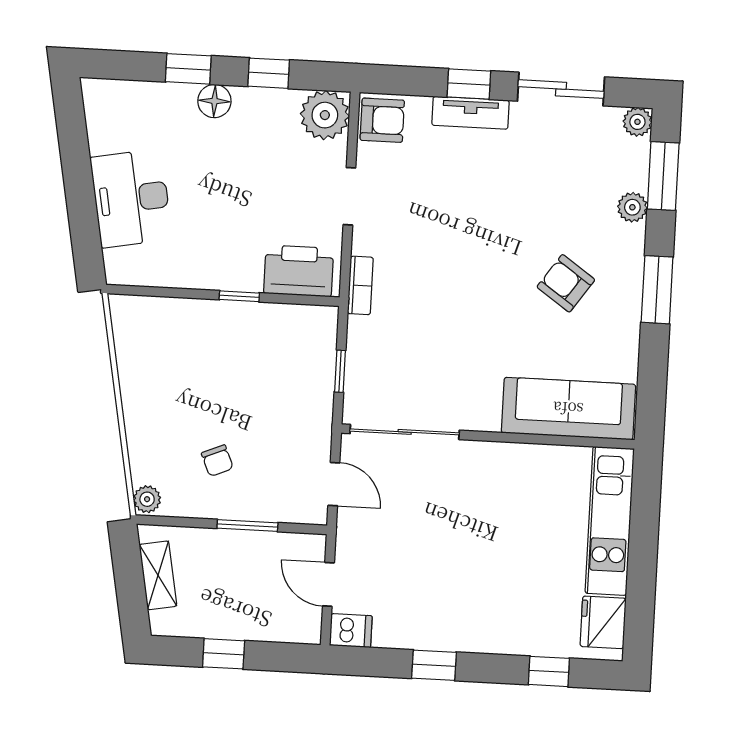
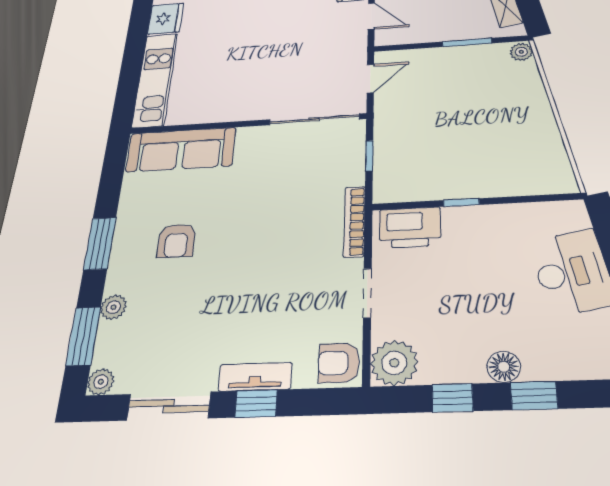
armchair: (566, 283) -> (176, 241), turned 55
bookcase: (360, 285) -> (354, 221), width x1.56
chair: (217, 461) -> (467, 83), removed
door: (334, 484) -> (370, 79), swing flipped
window: (247, 526) -> (467, 42), moved

